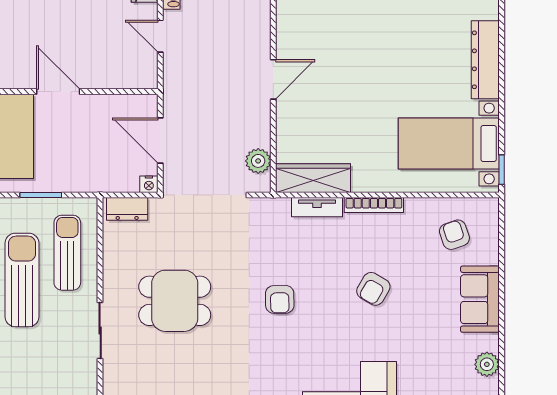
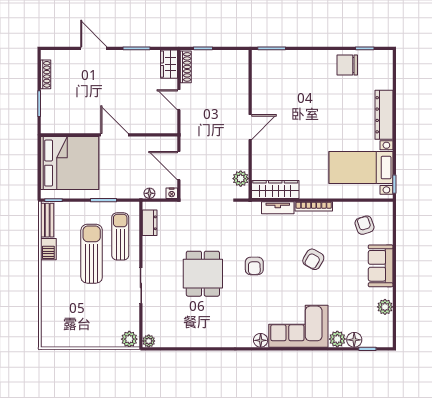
floor lamp: (114, 184) -> (149, 193), added
dresser: (127, 209) -> (150, 223), moved, turned -90
dining table: (175, 301) -> (203, 274), moved, turned 90

